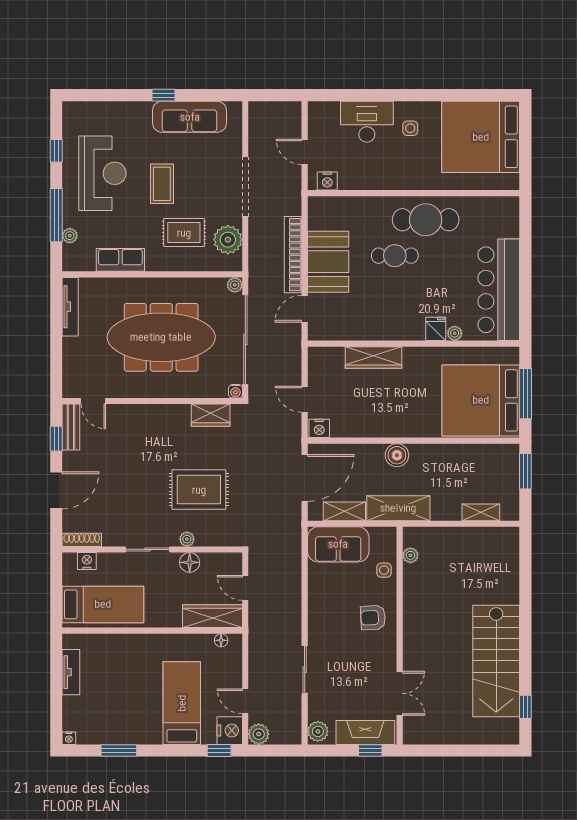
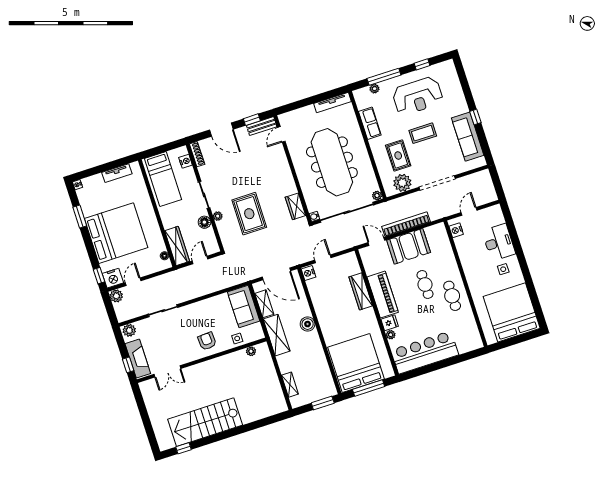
cafe table: (426, 220) -> (452, 296), width x0.73, depth x0.74
piano: (389, 325) -> (383, 295), added
bed: (182, 703) -> (116, 233), width x2.04

